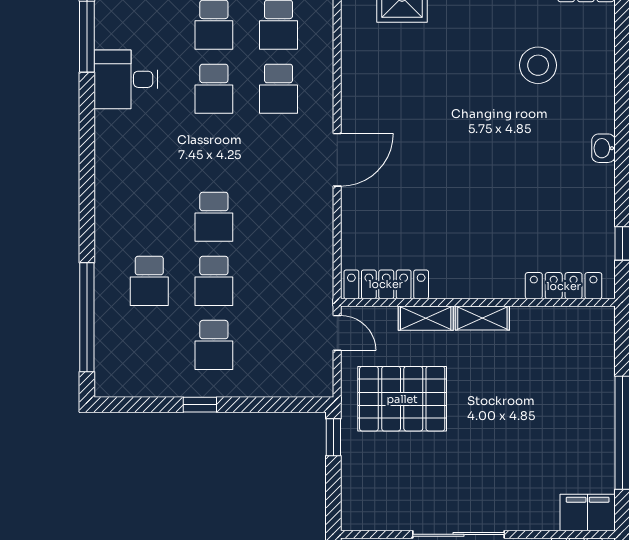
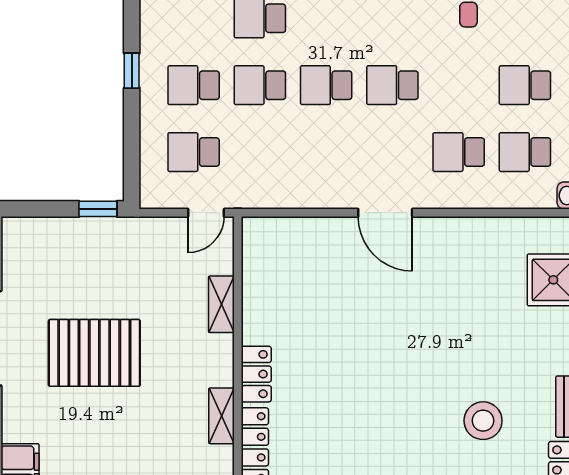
school desk: (214, 89) -> (392, 85), moved
locker: (386, 284) -> (256, 374), moved, width x0.66
shelving: (482, 318) -> (221, 416), moved
school desk: (278, 345) -> (194, 152), added
pallet: (402, 399) -> (94, 353), moved, turned 90

